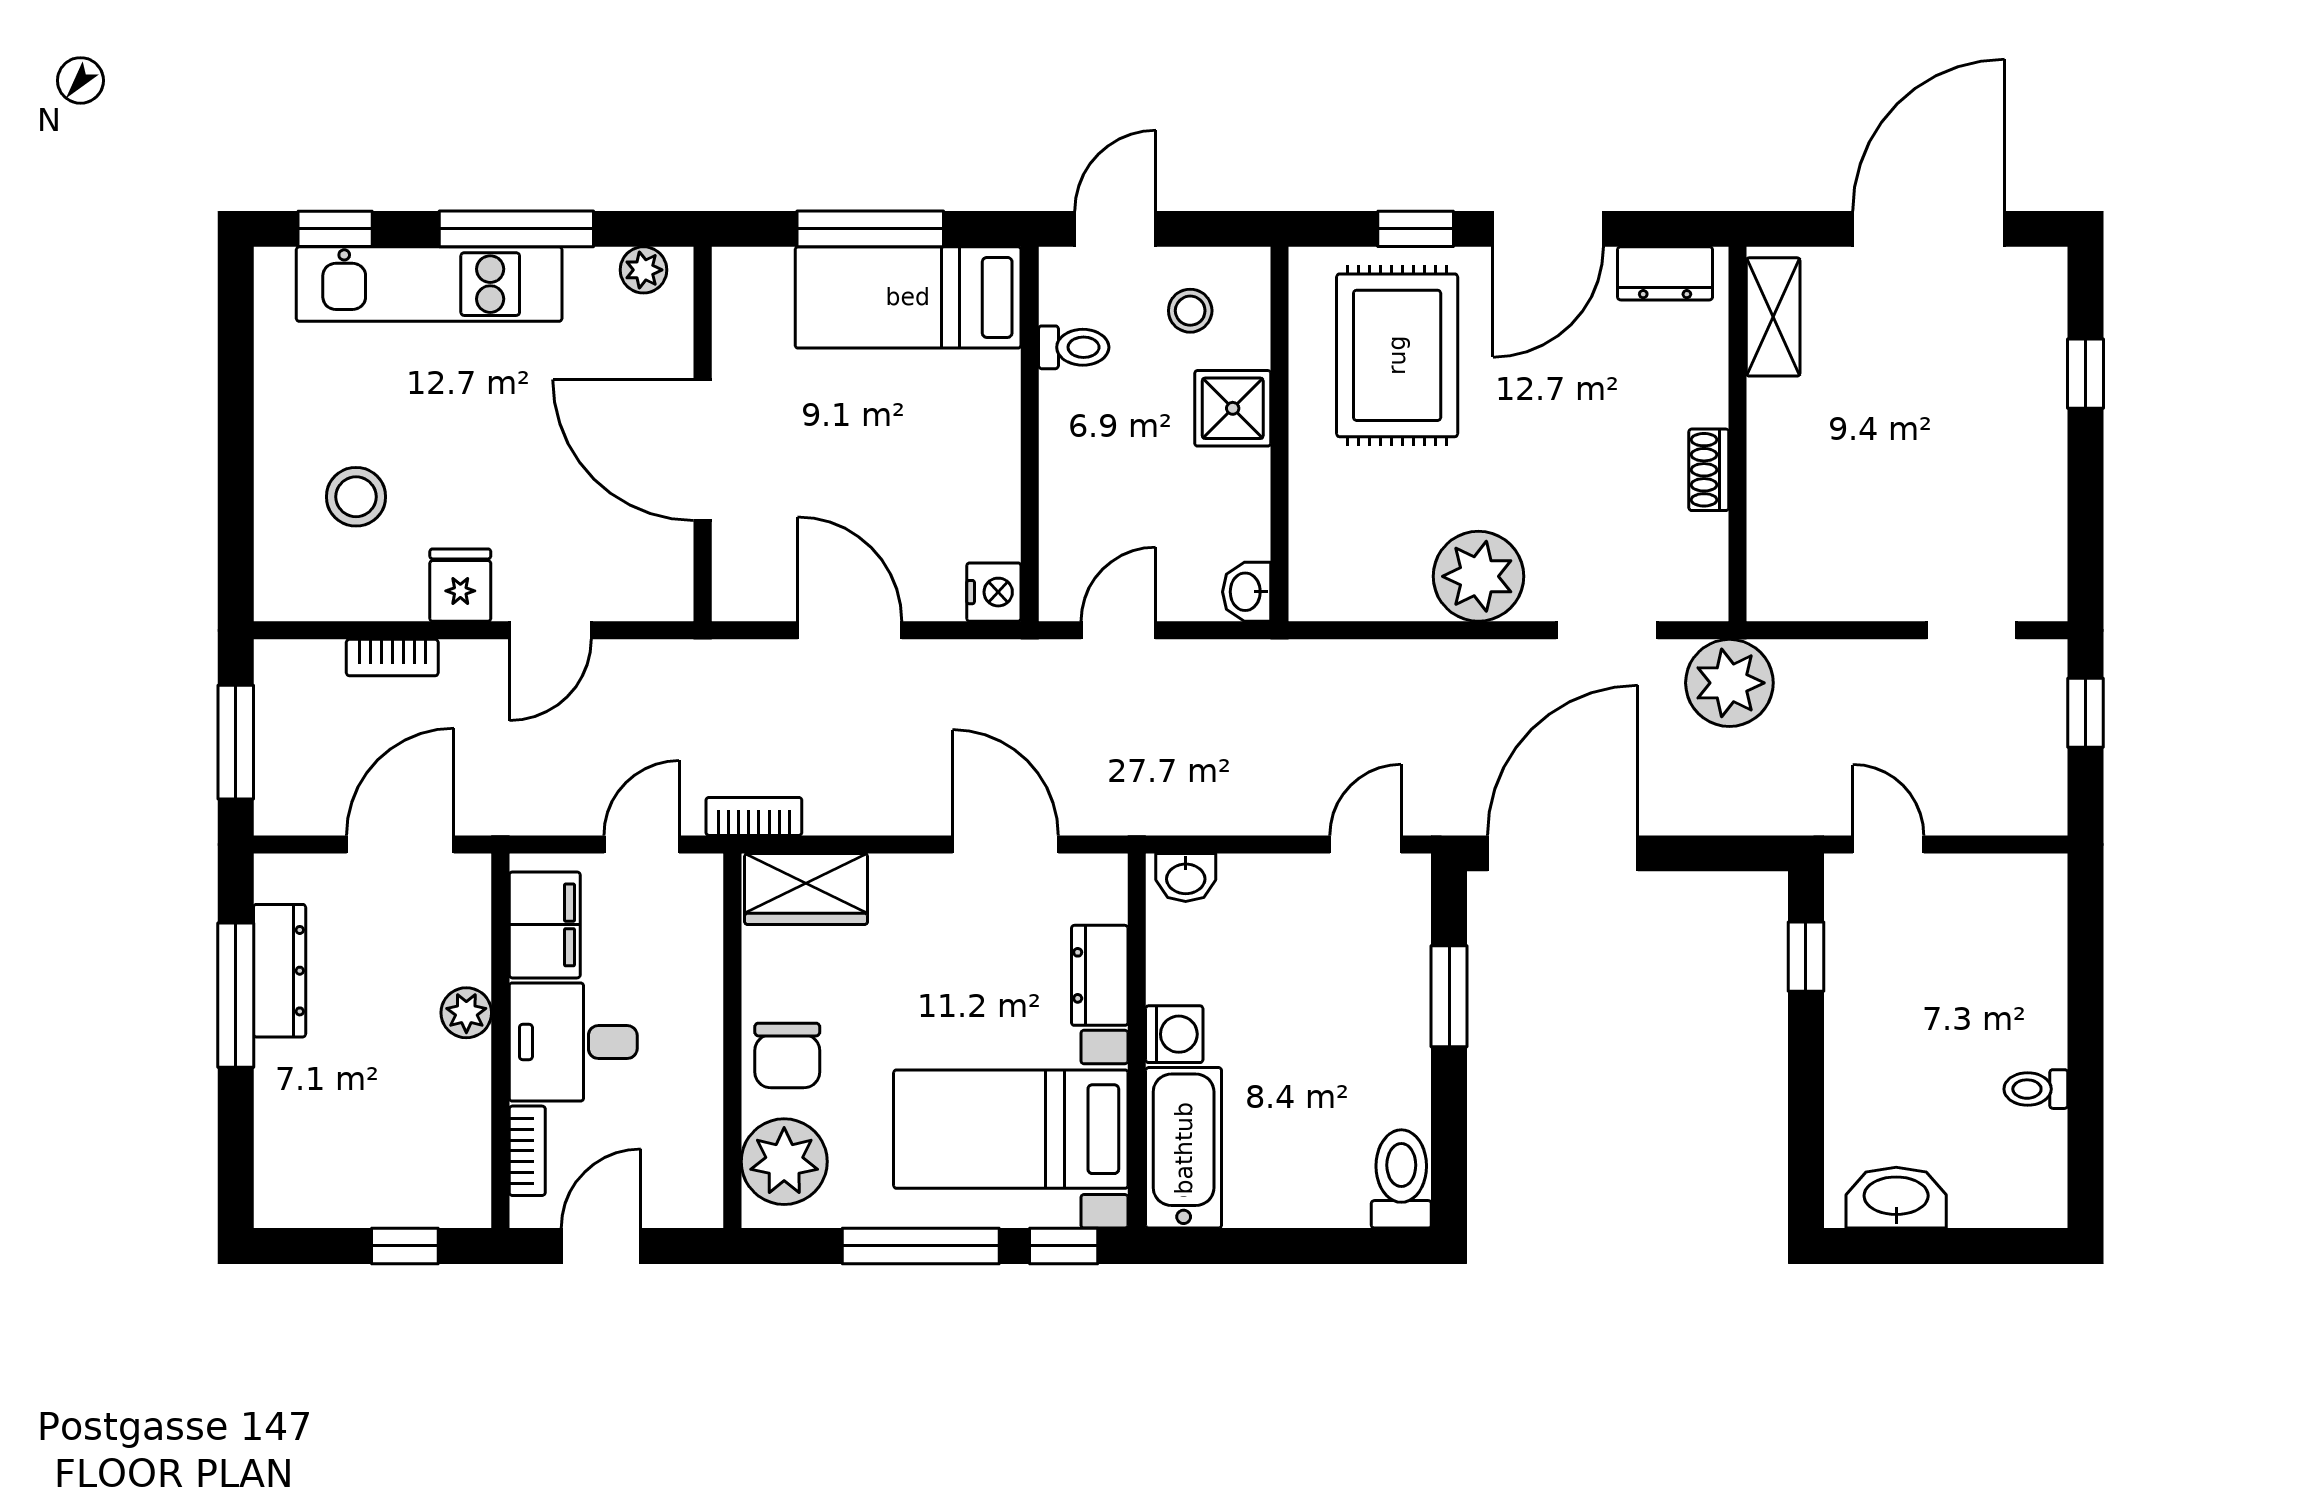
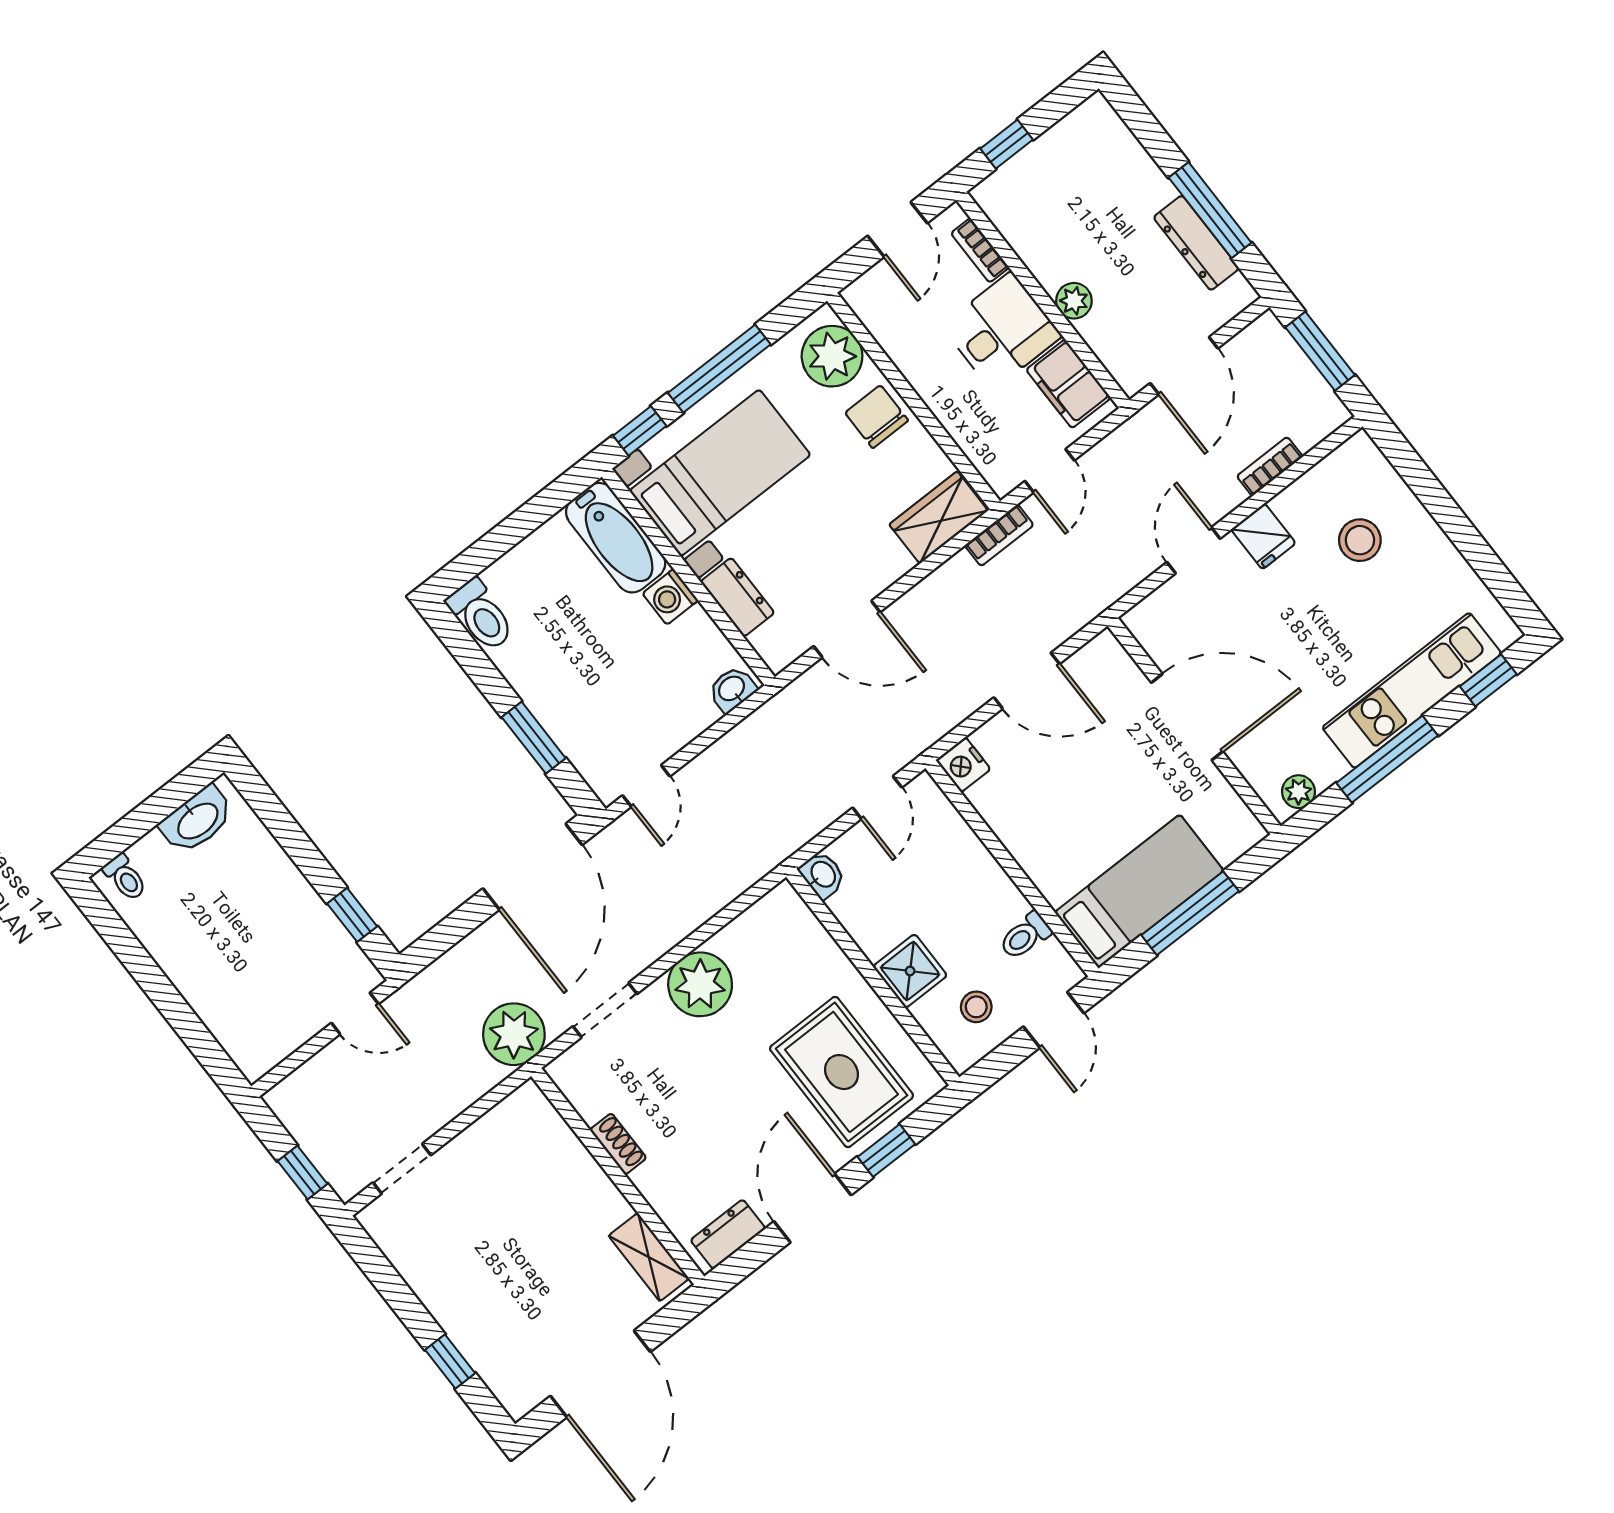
toilet: (2036, 1089) -> (125, 877), moved, turned 90

